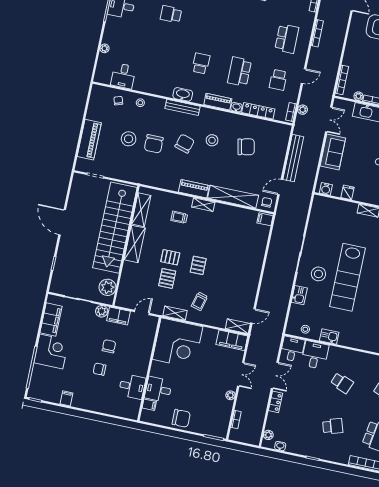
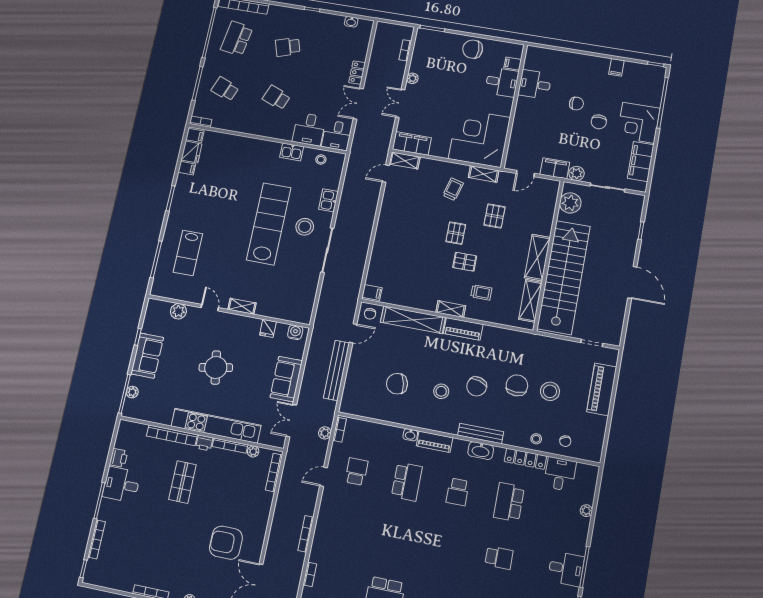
school desk: (287, 39) -> (509, 502), moved
locker: (258, 111) -> (525, 459), moved
pallet: (170, 257) -> (465, 262), moved
chair: (109, 346) -> (599, 122), moved
plant: (268, 435) -> (366, 34), removed

